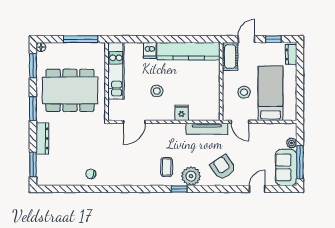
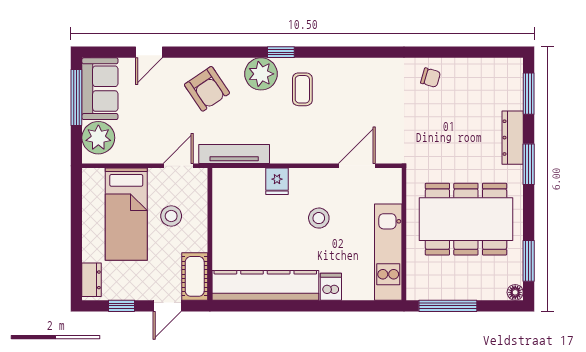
window: (33, 109) -> (529, 164), moved
door: (240, 122) -> (178, 166), hinge flipped
plant: (292, 143) -> (98, 138), width x1.87, depth x1.87

